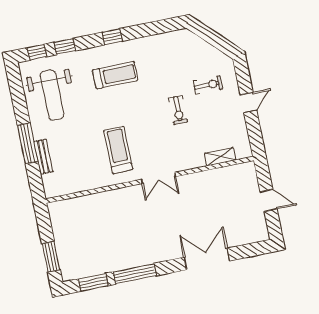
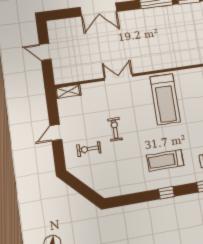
treadmill: (118, 150) -> (165, 99), width x1.37, depth x1.38
shelving: (220, 157) -> (68, 91), moved
double door: (158, 178) -> (118, 77), moved

